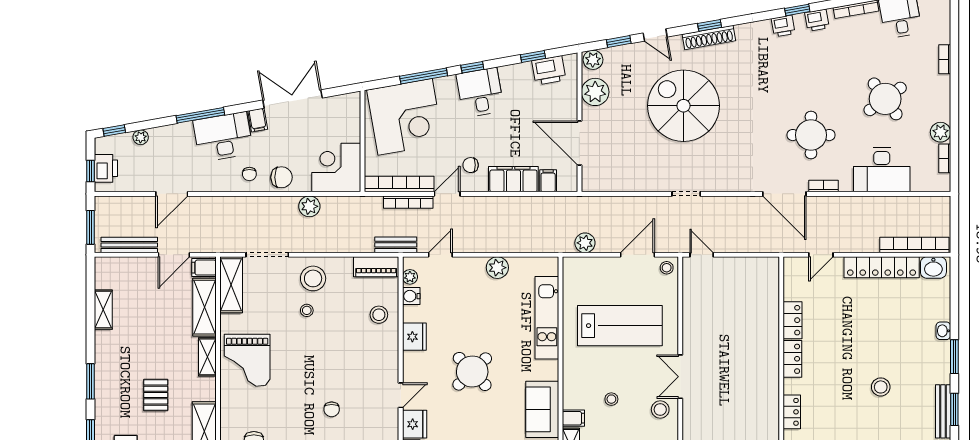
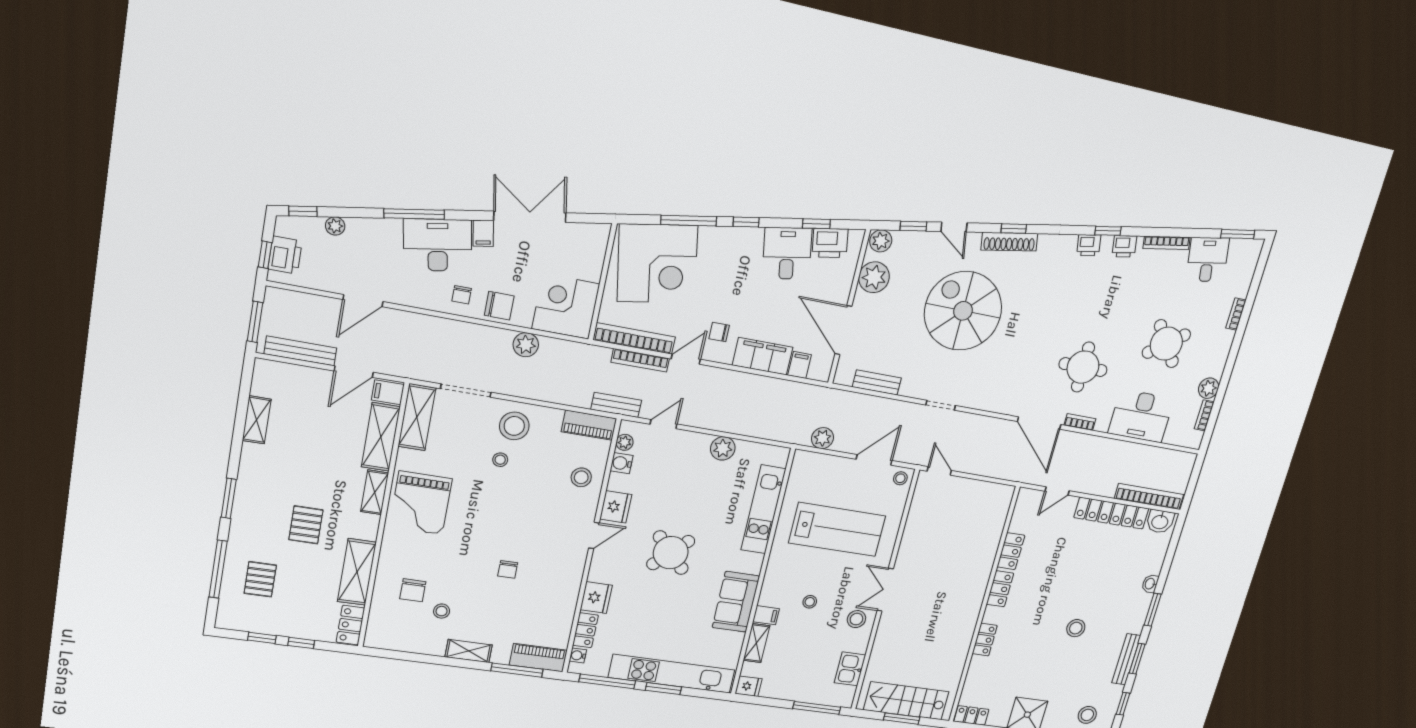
desk: (480, 92) -> (787, 253), moved
bench: (622, 184) -> (877, 382), added
door: (401, 395) -> (594, 535), moved

